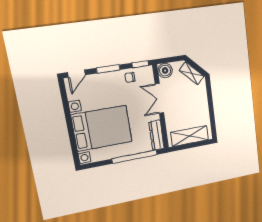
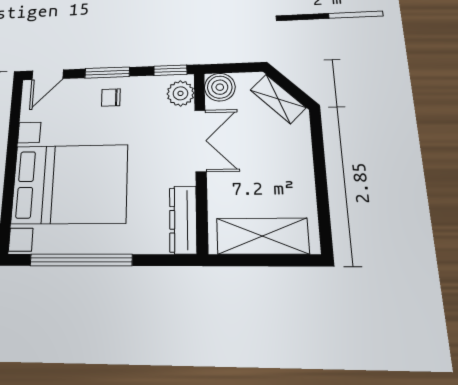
plant: (147, 76) -> (180, 93), added
chair: (130, 77) -> (111, 98), moved
double door: (159, 98) -> (200, 141), swing flipped
window: (135, 157) -> (81, 260), moved

